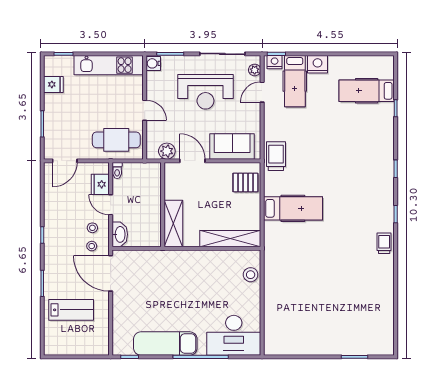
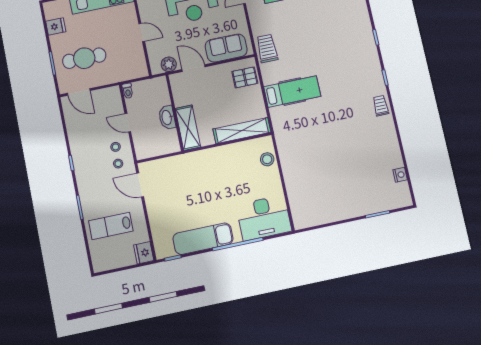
cafe table: (116, 140) -> (84, 58), moved
door: (65, 161) -> (79, 92), hinge flipped
fridge: (100, 184) -> (144, 253), moved
washbasin: (120, 234) -> (167, 117), moved, turned 180
door: (111, 273) -> (140, 185), width x0.73
lab bench: (71, 310) -> (111, 226), turned 180
nightstand: (388, 321) -> (400, 175), added

